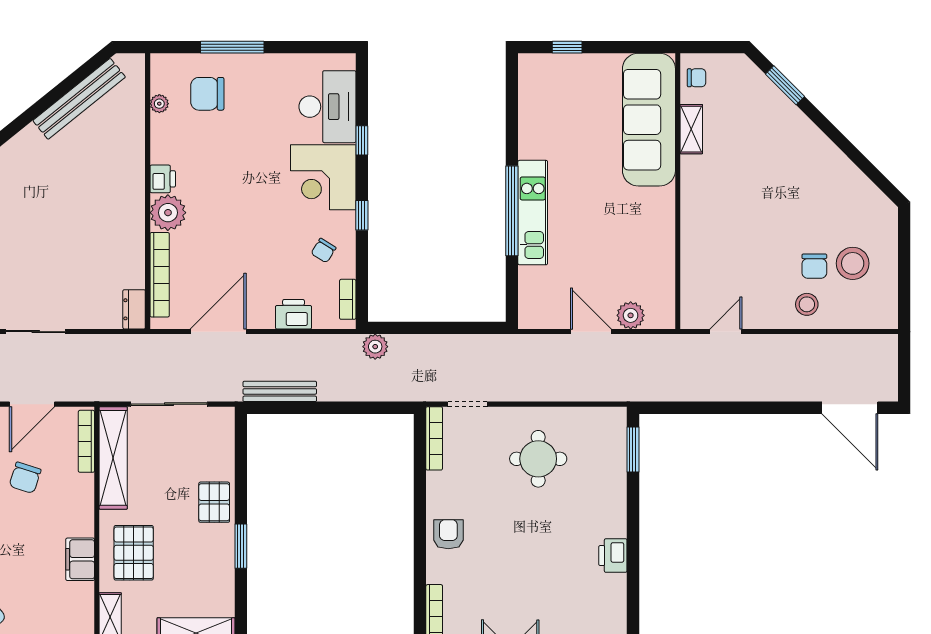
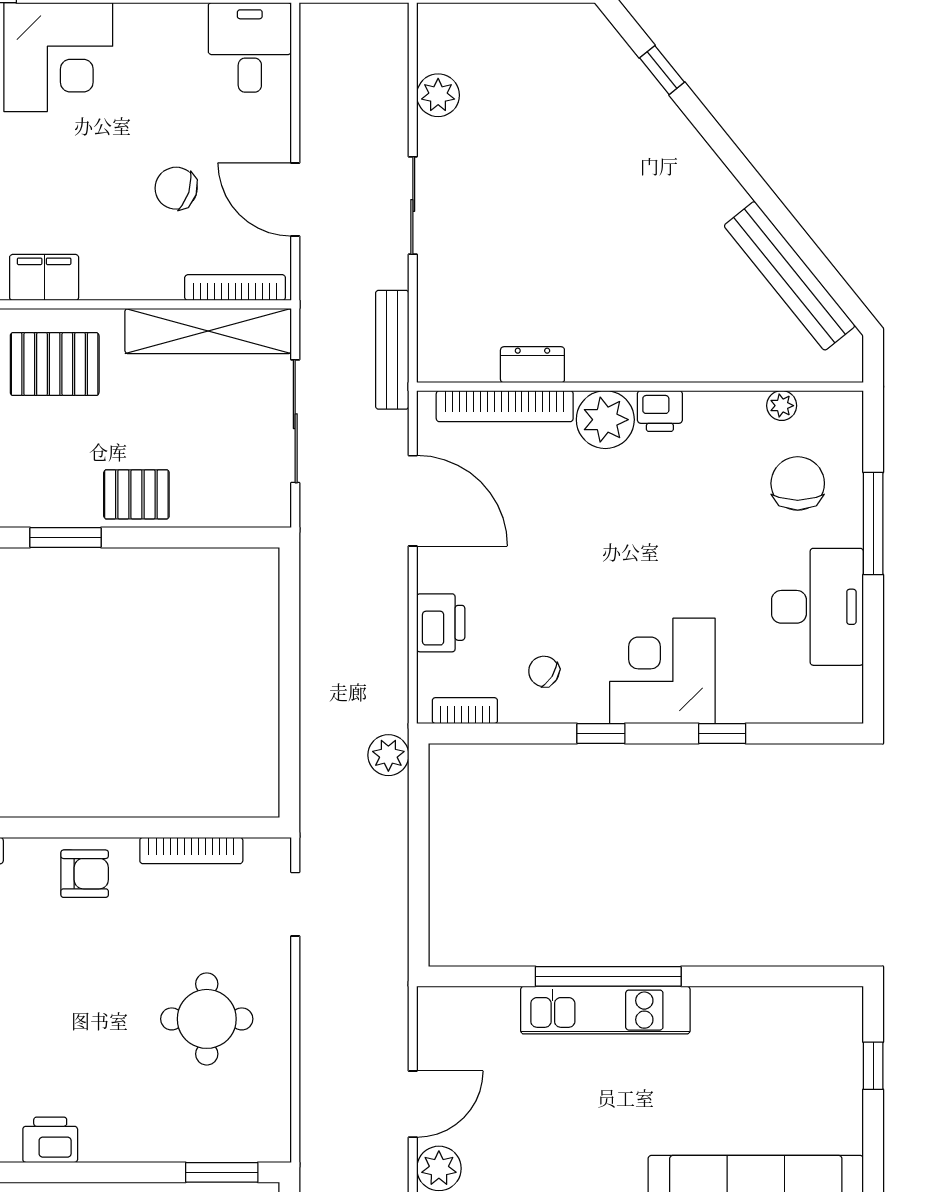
desk: (327, 107) -> (817, 607), moved, turned -90
dresser: (134, 309) -> (532, 365), moved
bench: (280, 391) -> (392, 350), moved
bookcase: (434, 438) -> (191, 850), moved

